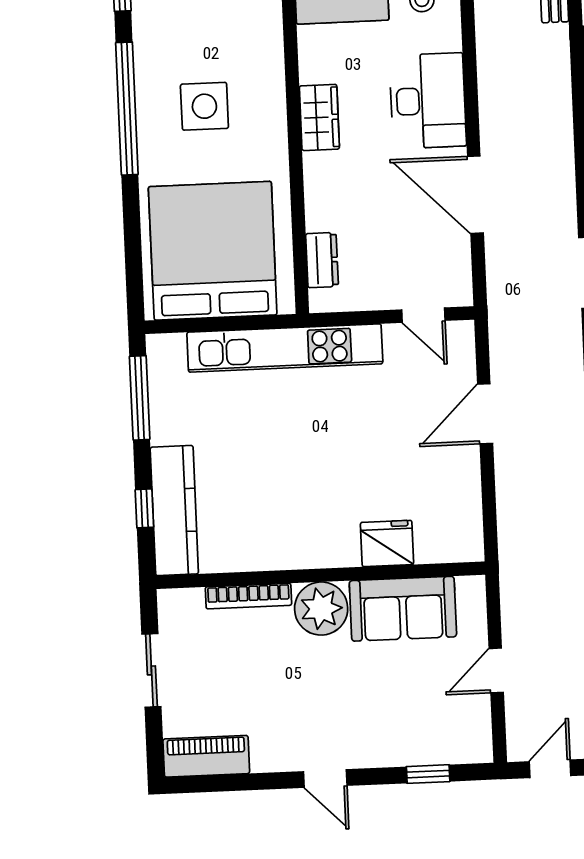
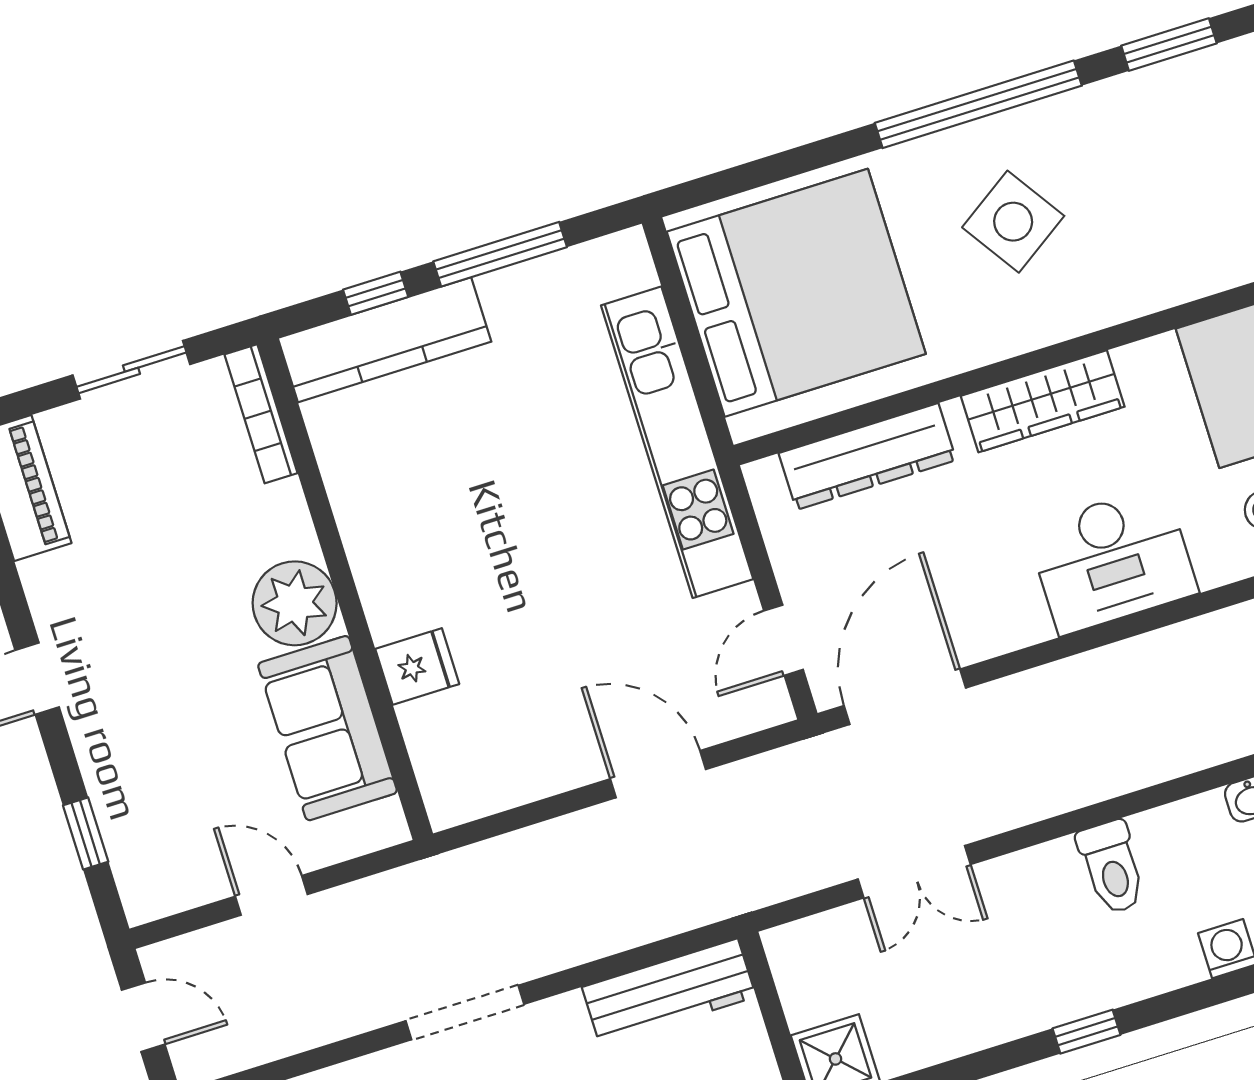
side table: (204, 106) -> (1013, 222), turned -34
wardrobe: (319, 117) -> (1043, 401), width x1.50
door: (475, 195) -> (905, 697), moved
dresser: (322, 260) -> (867, 457), width x1.96, depth x1.24
window: (140, 398) -> (500, 254), moved
fridge: (387, 543) -> (417, 667), width x0.72
bookcase: (248, 596) -> (261, 414), moved

